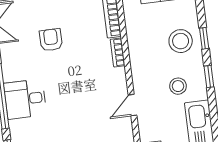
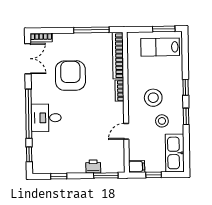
armchair: (51, 40) -> (70, 76), width x1.88, depth x1.88
stool: (181, 41) -> (153, 98), moved

